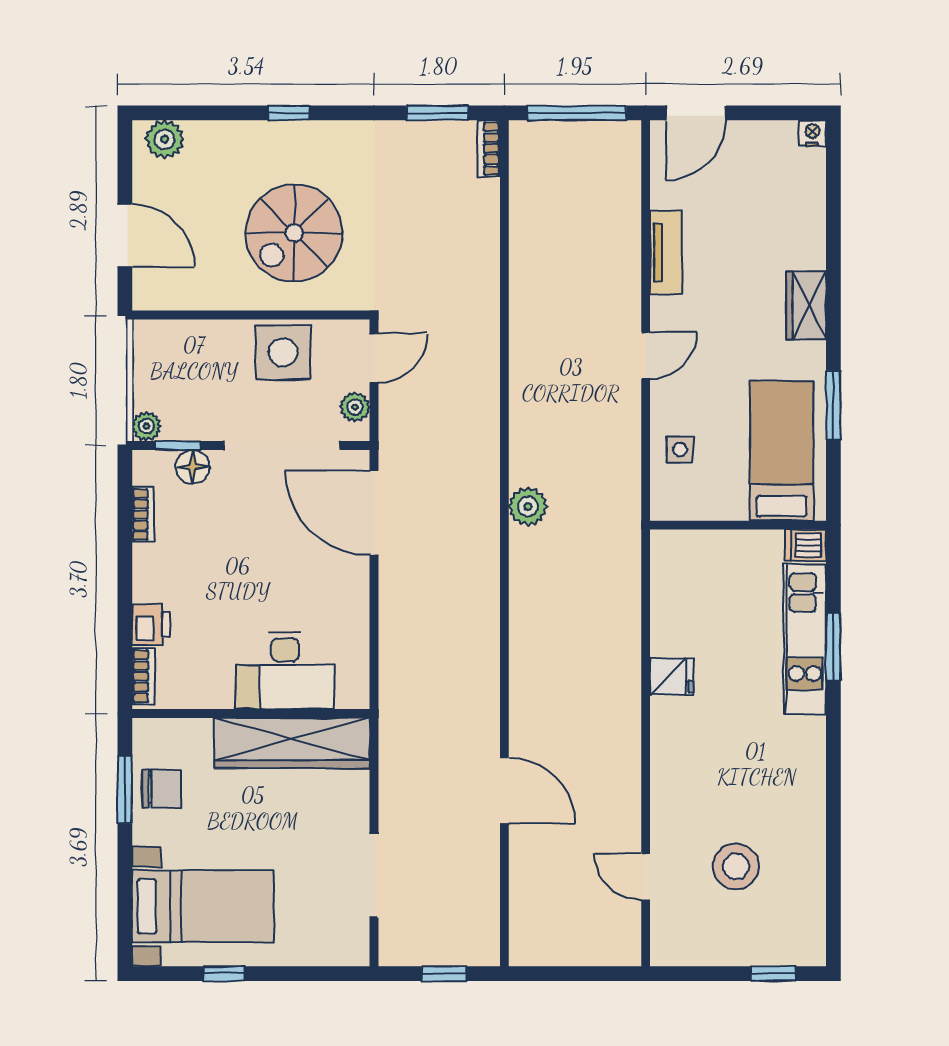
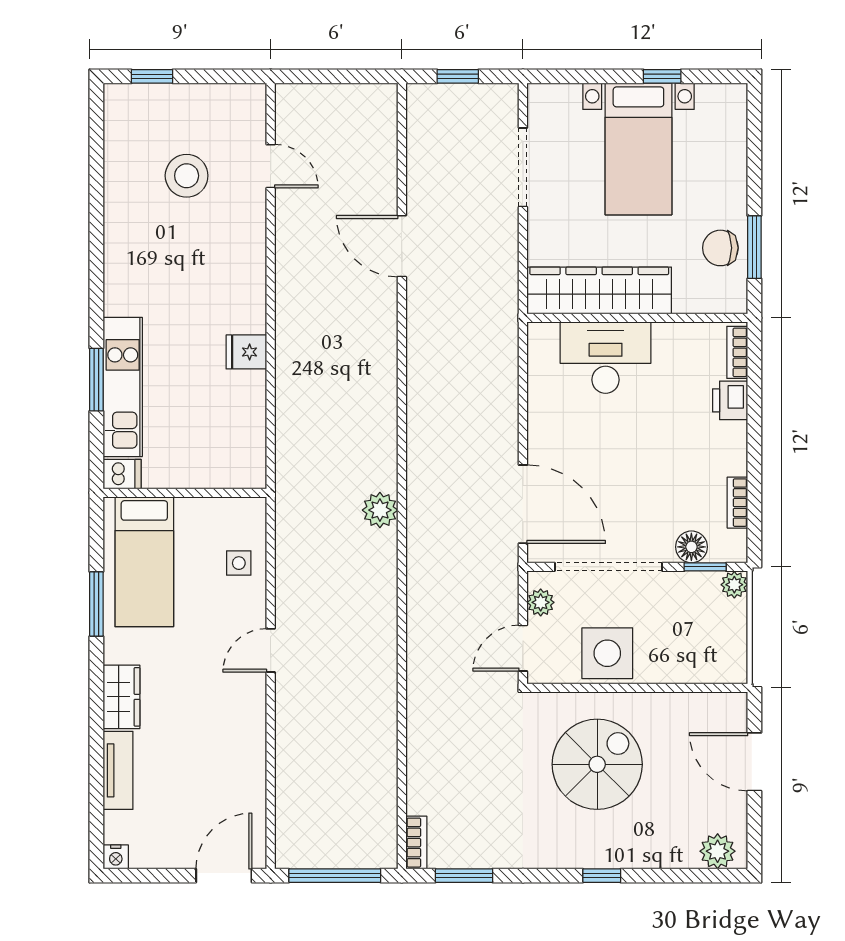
tv unit: (666, 252) -> (118, 770), moved, turned 180
bed with nightstands: (203, 906) -> (638, 149), moved, turned -90

